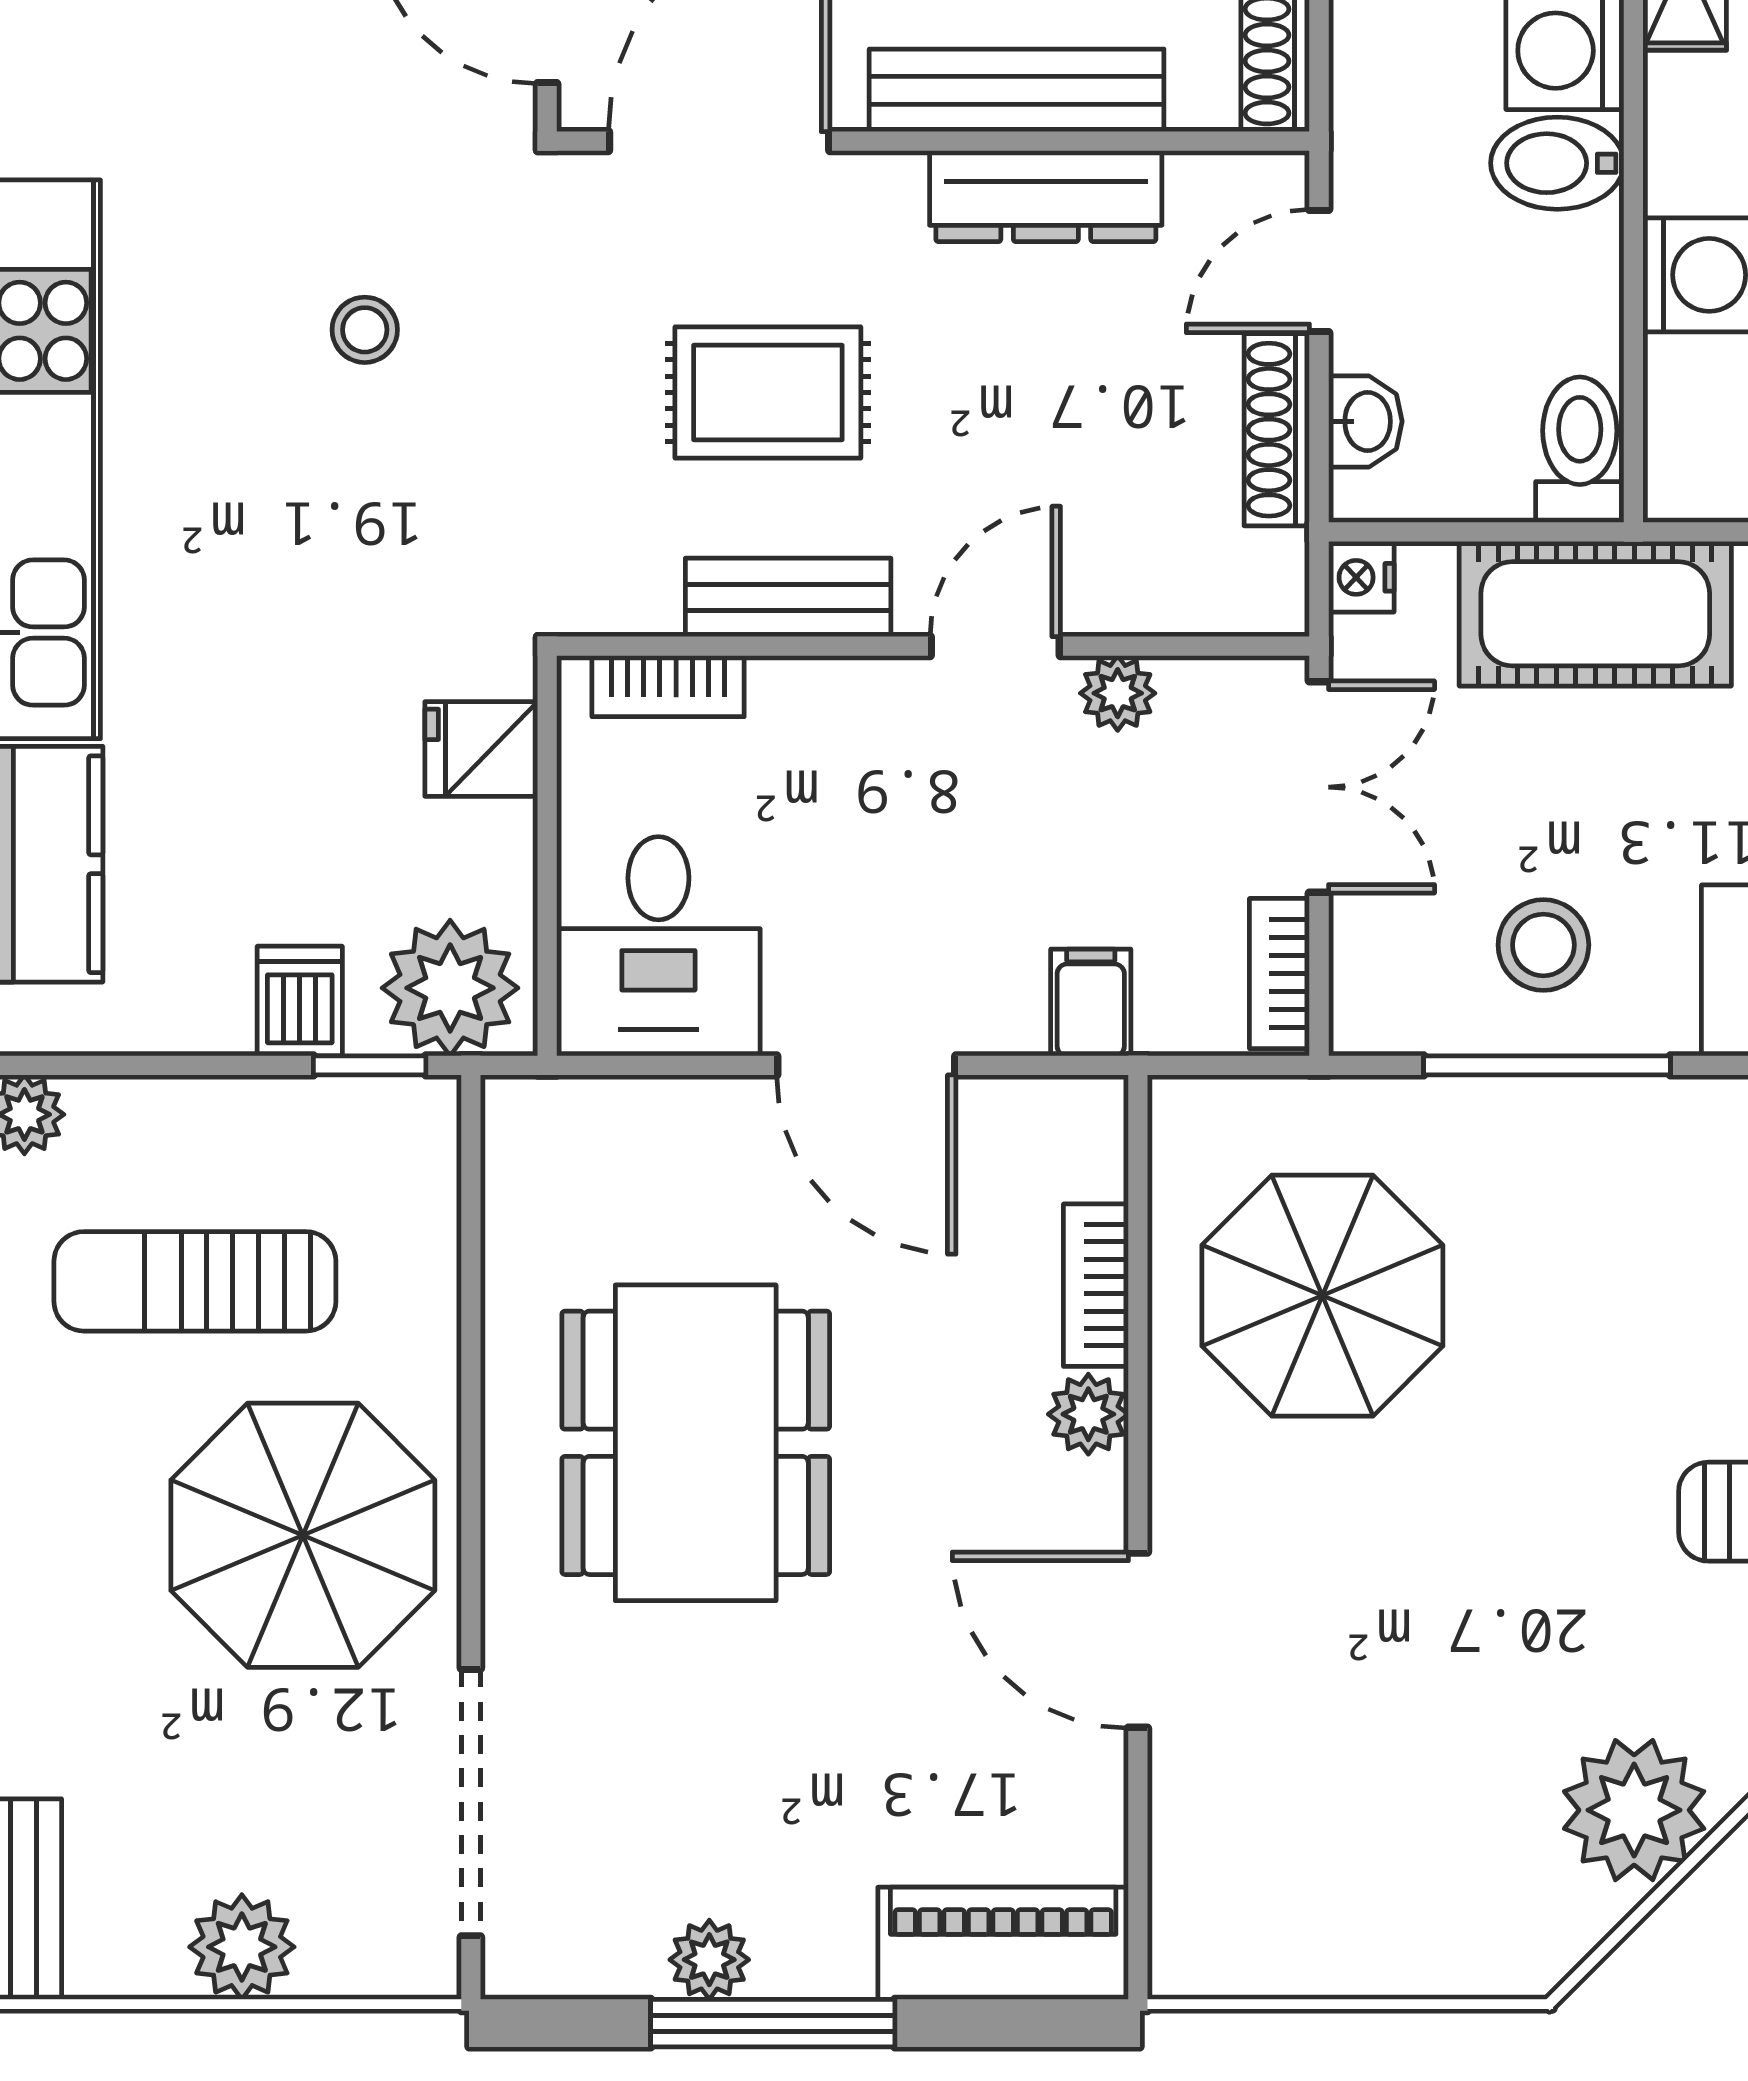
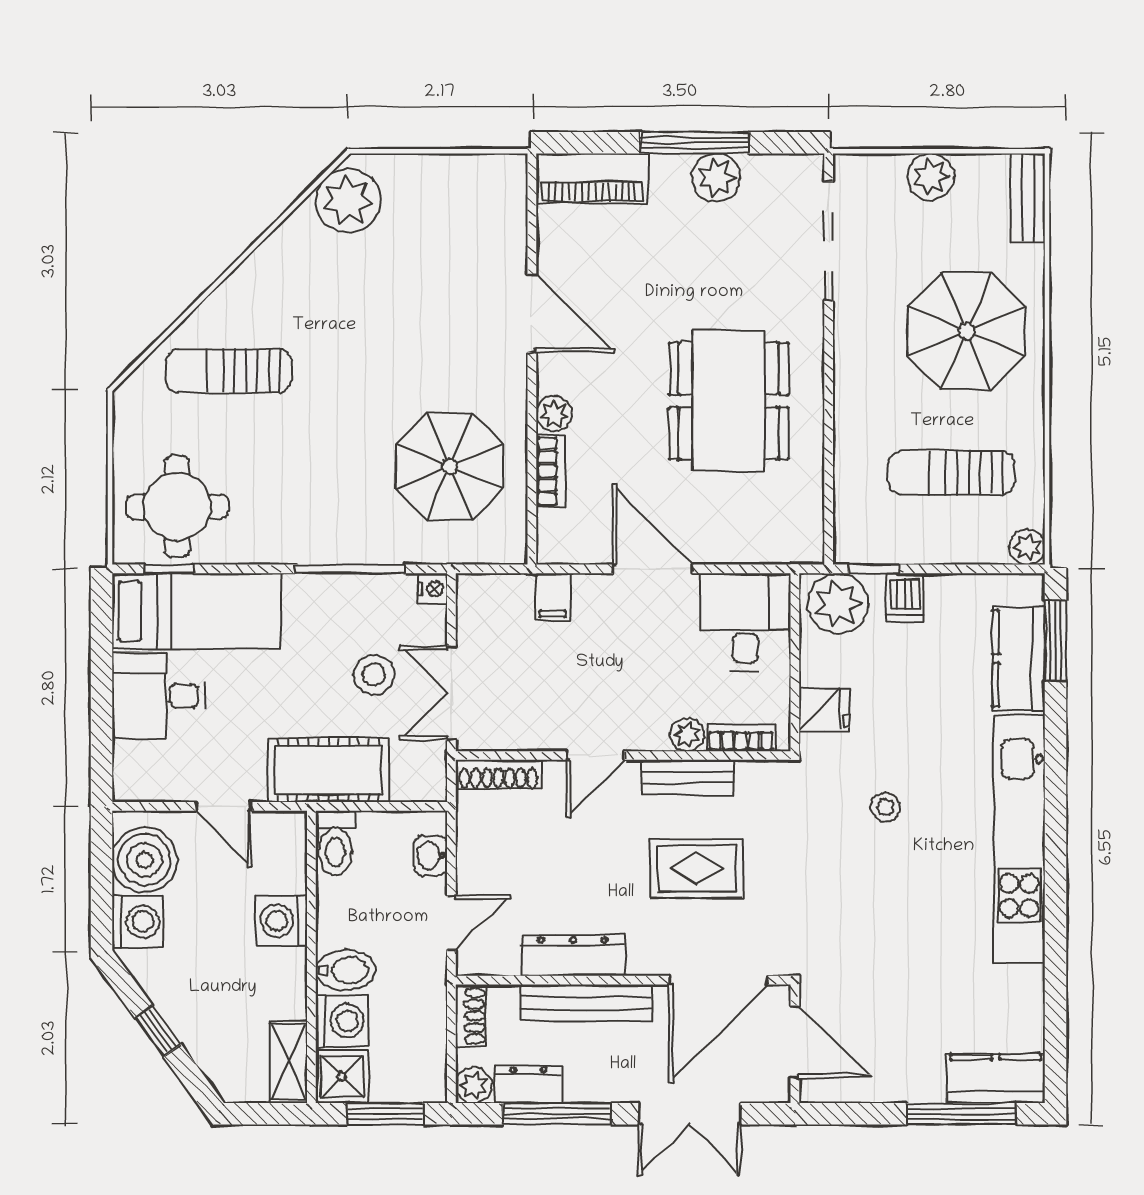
stool: (365, 330) -> (885, 807), moved
shoe rack: (1277, 430) -> (498, 774), moved, turned 90
nightstand: (1361, 577) -> (432, 589), moved
plant: (1118, 693) -> (687, 735), moved
stool: (1543, 945) -> (374, 675), moved
bookcase: (1279, 974) -> (469, 610), removed
sun lounger: (195, 1281) -> (952, 473), turned 180
parasol: (303, 1535) -> (966, 331), moved
plant: (1634, 1810) -> (348, 201), moved
plant: (709, 1960) -> (716, 178), width x1.38, depth x1.38

